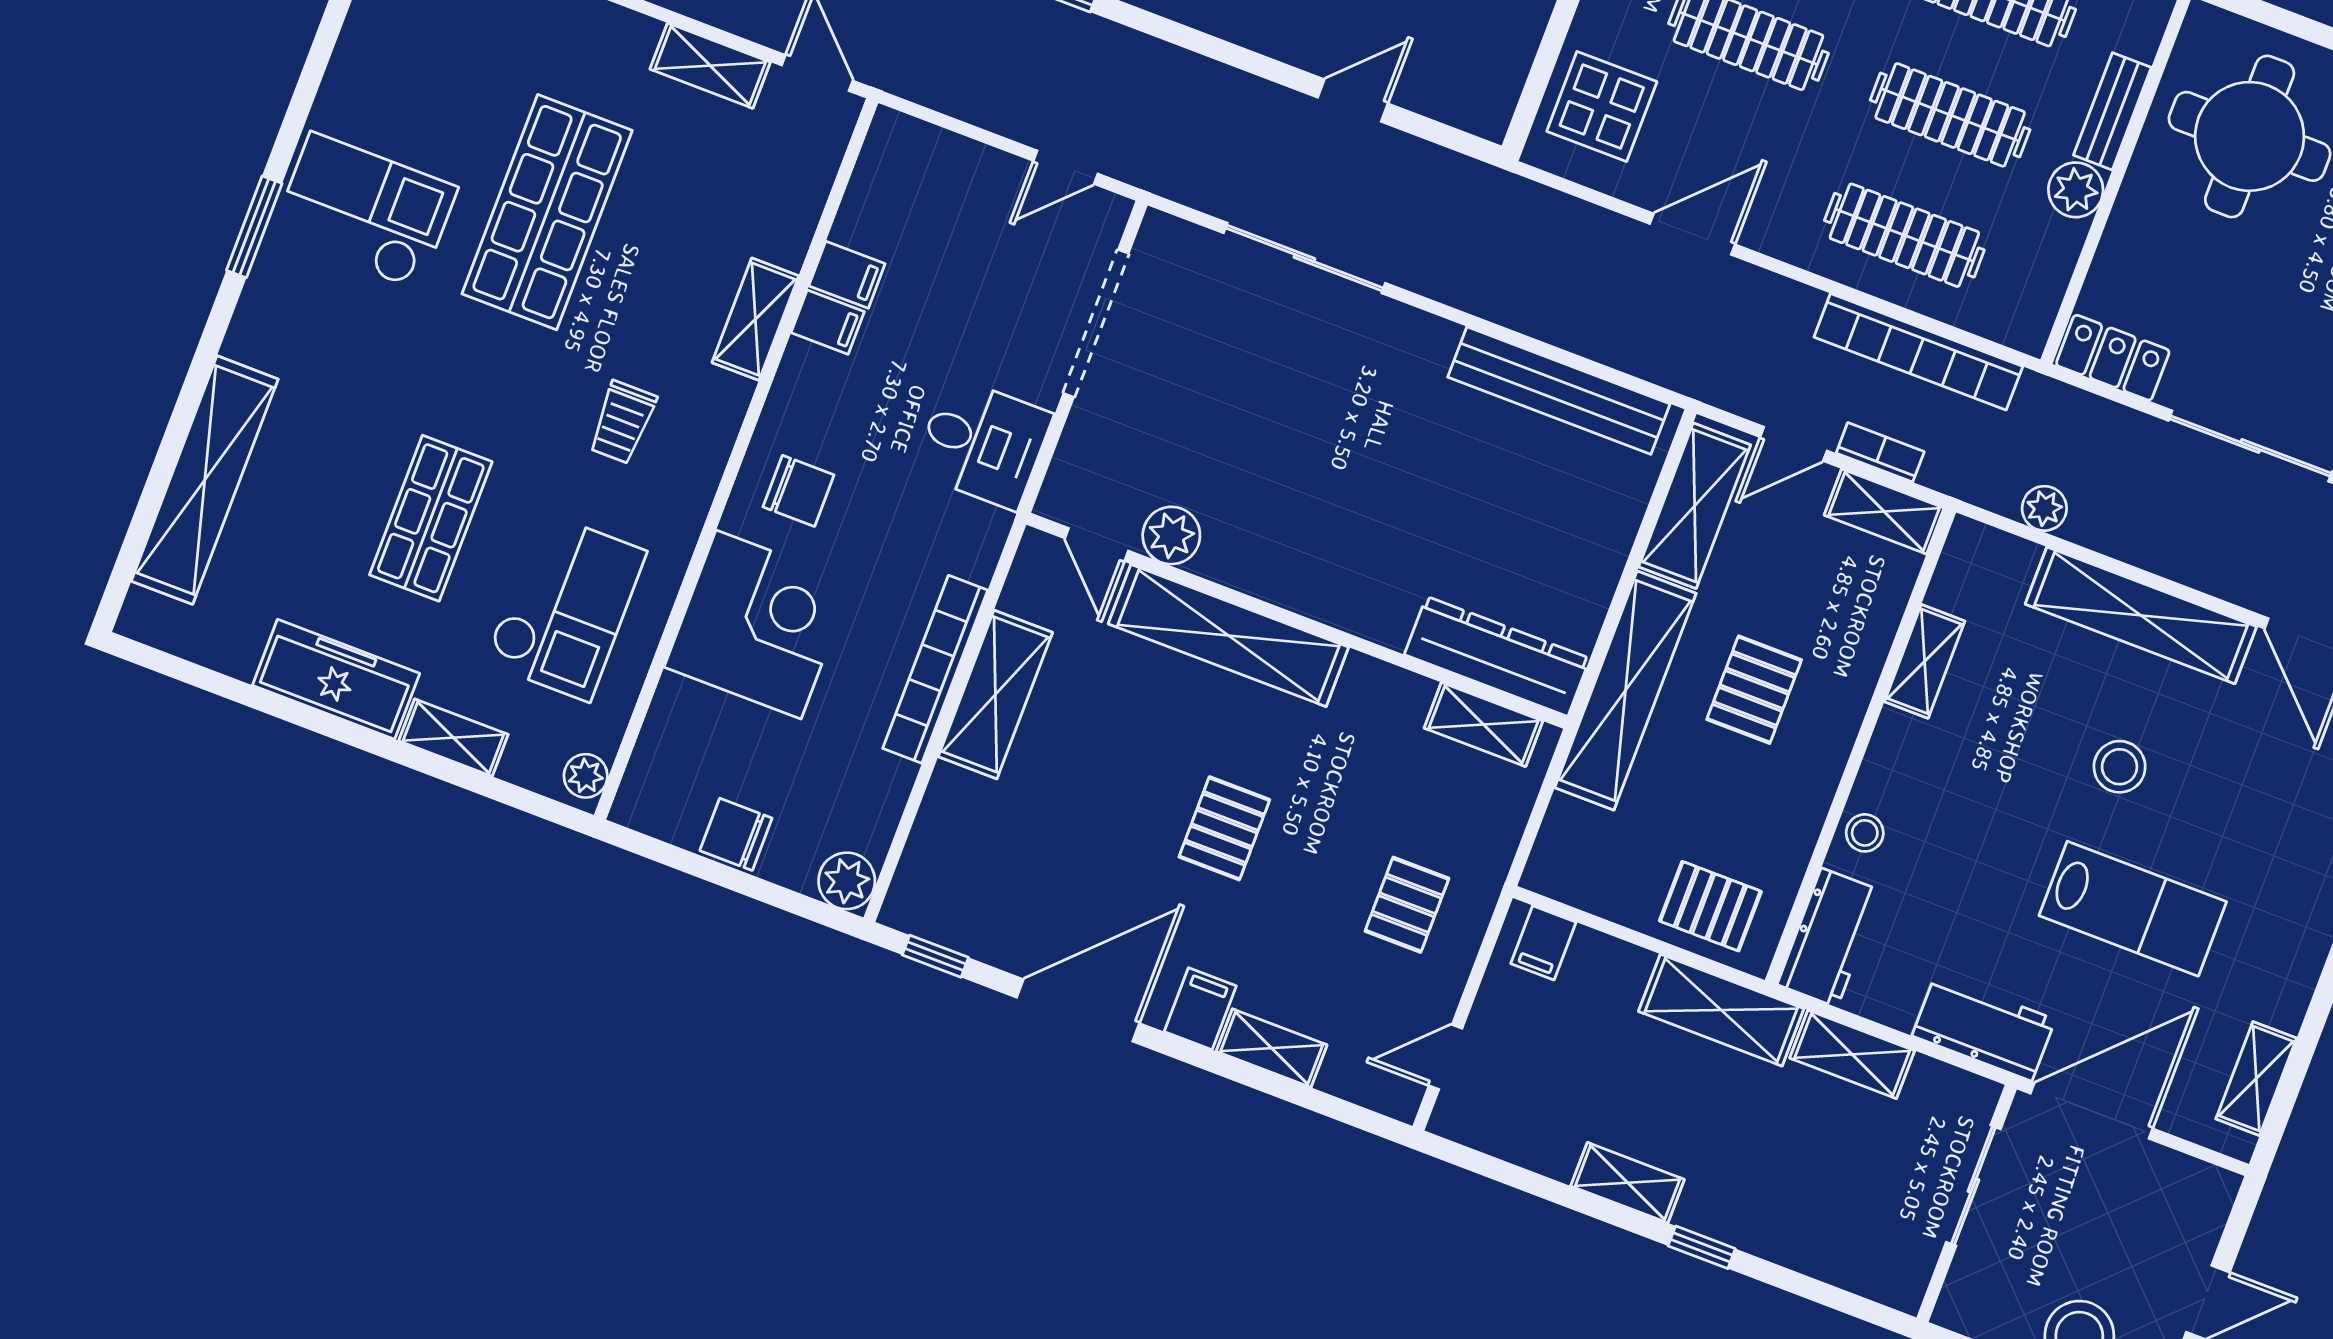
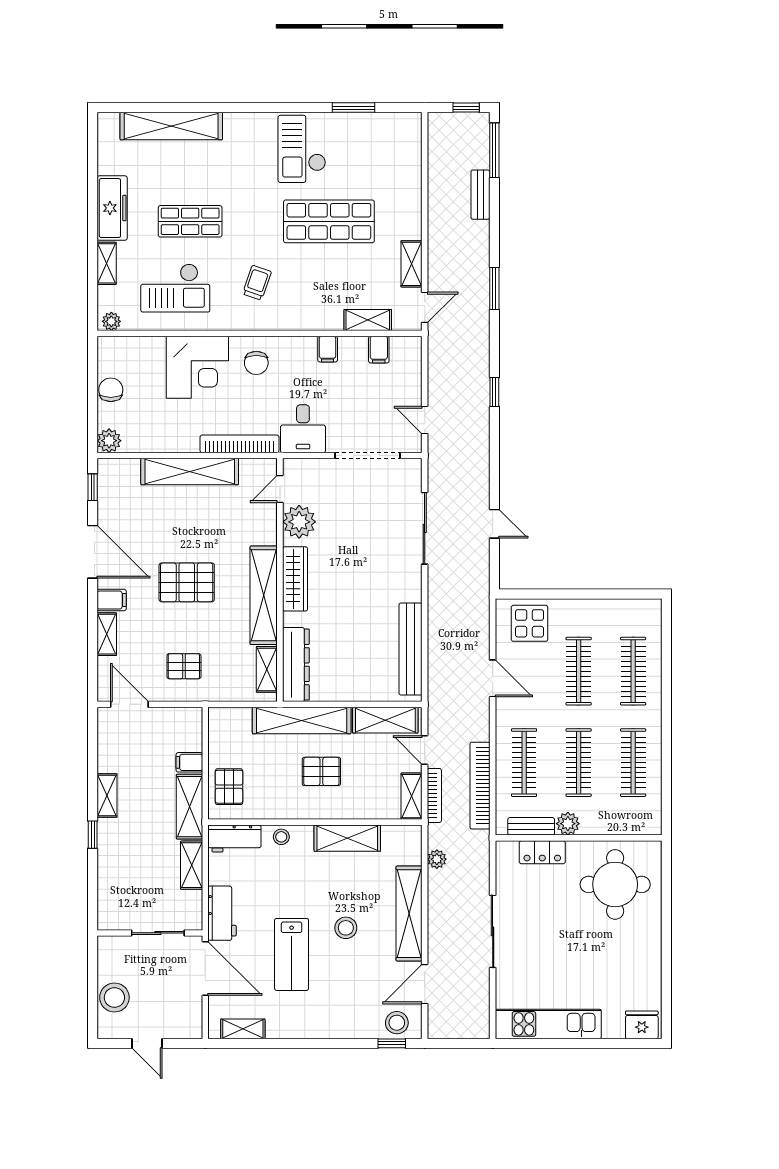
bench: (2112, 111) -> (531, 826), moved
checkout: (365, 211) -> (302, 149), turned 180
window: (254, 227) -> (354, 108), moved
filing cabinet: (847, 275) -> (379, 350), moved
shelving: (755, 319) -> (368, 320), moved
locker: (2113, 358) -> (542, 852), moved, turned 90
trolley: (622, 422) -> (257, 283), turned 109
bookcase: (1880, 452) -> (434, 795), width x1.56
plant: (1171, 535) -> (299, 522), width x1.36, depth x1.36
wardrobe: (1307, 586) -> (295, 579), added
shelving: (1228, 636) -> (264, 595), moved
shelving: (1925, 661) -> (347, 838), width x1.50, depth x1.33
bookcase: (935, 669) -> (240, 444), moved
shelving: (995, 695) -> (190, 472), width x1.47
pallet: (1224, 828) -> (187, 582), width x1.50, depth x1.42
filing cabinet: (1543, 943) -> (189, 762), moved
door: (1445, 1057) -> (129, 704), width x1.38

